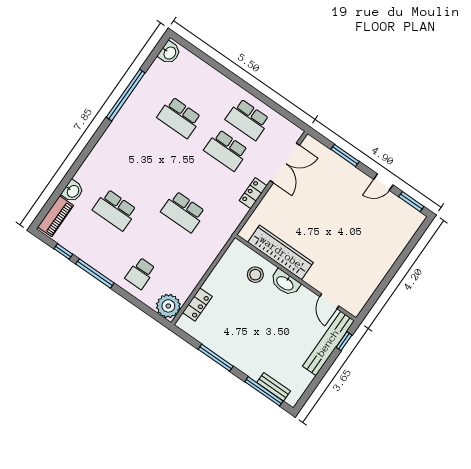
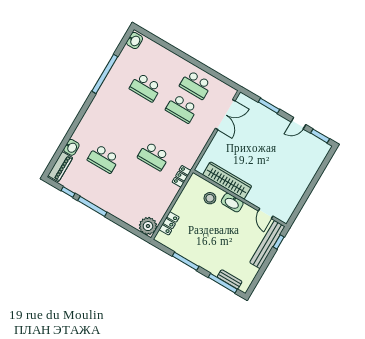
locker: (253, 193) -> (181, 176), moved
school desk: (140, 273) -> (126, 204), removed

